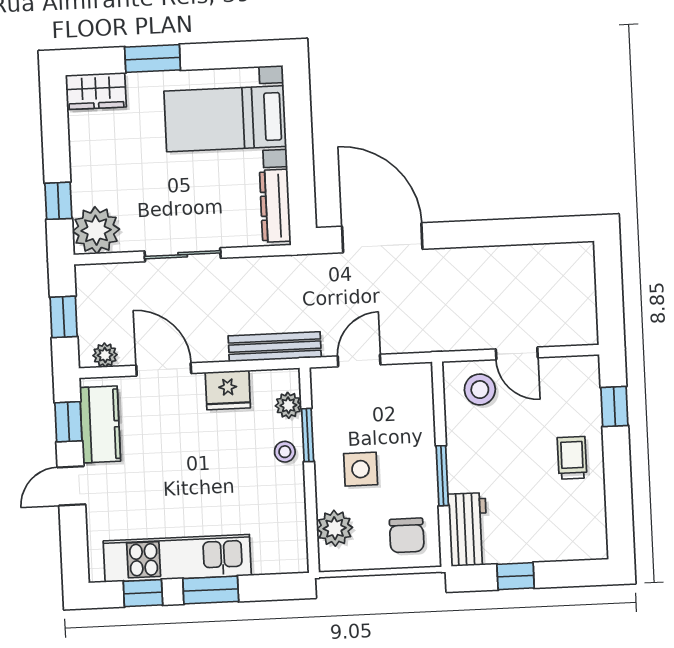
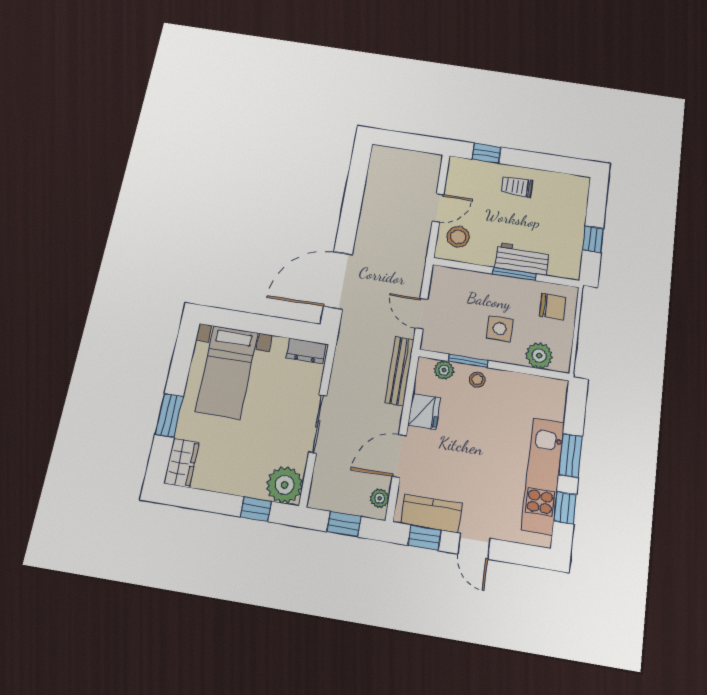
dresser: (275, 206) -> (306, 351), width x0.70
workbench: (468, 529) -> (522, 259), moved

